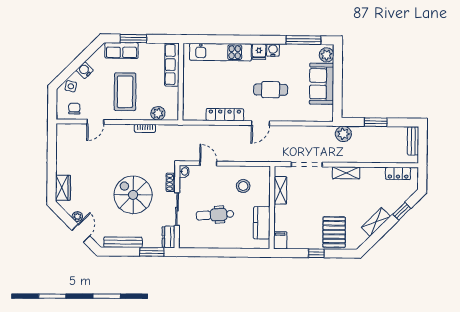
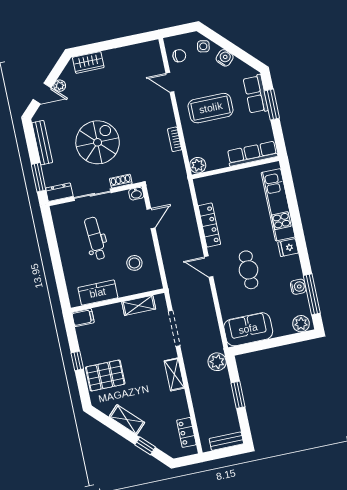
water cooler: (273, 50) -> (298, 287), moved
sofa: (322, 84) -> (248, 329), moved
plant: (158, 113) -> (198, 165), moved

